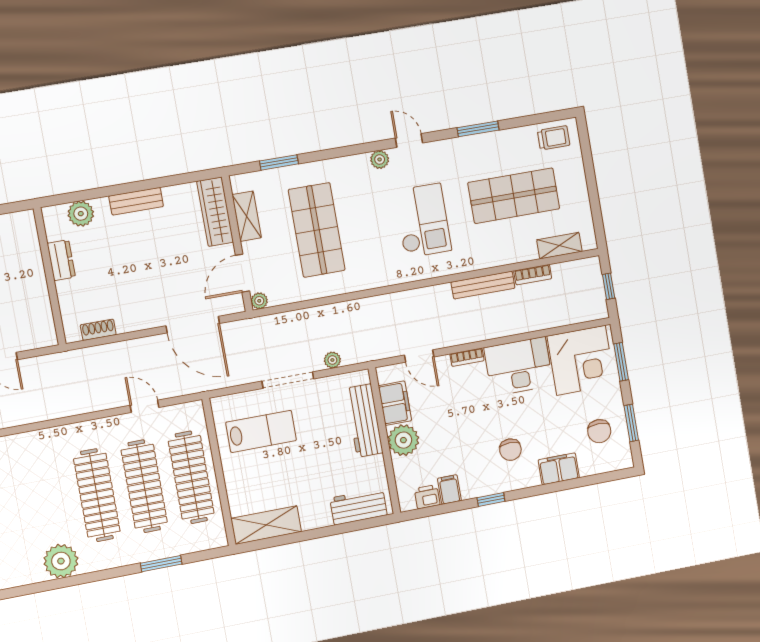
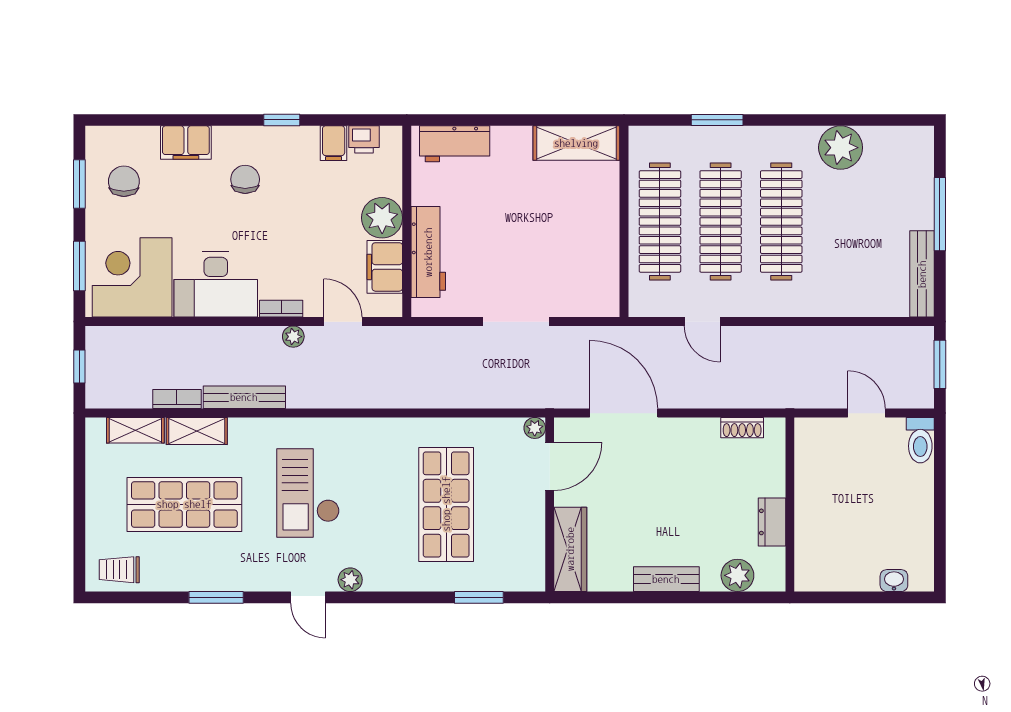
shelving: (247, 216) -> (197, 431), moved, turned 90
plant: (332, 360) -> (293, 337), moved
lab bench: (261, 431) -> (562, 263), removed

